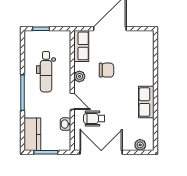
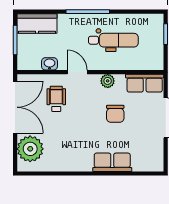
dental chair: (46, 72) -> (113, 40), turned 180
door: (72, 101) -> (77, 72), swing flipped
row of seats: (146, 102) -> (112, 162), moved
plant: (140, 145) -> (30, 149), width x1.88, depth x1.88

